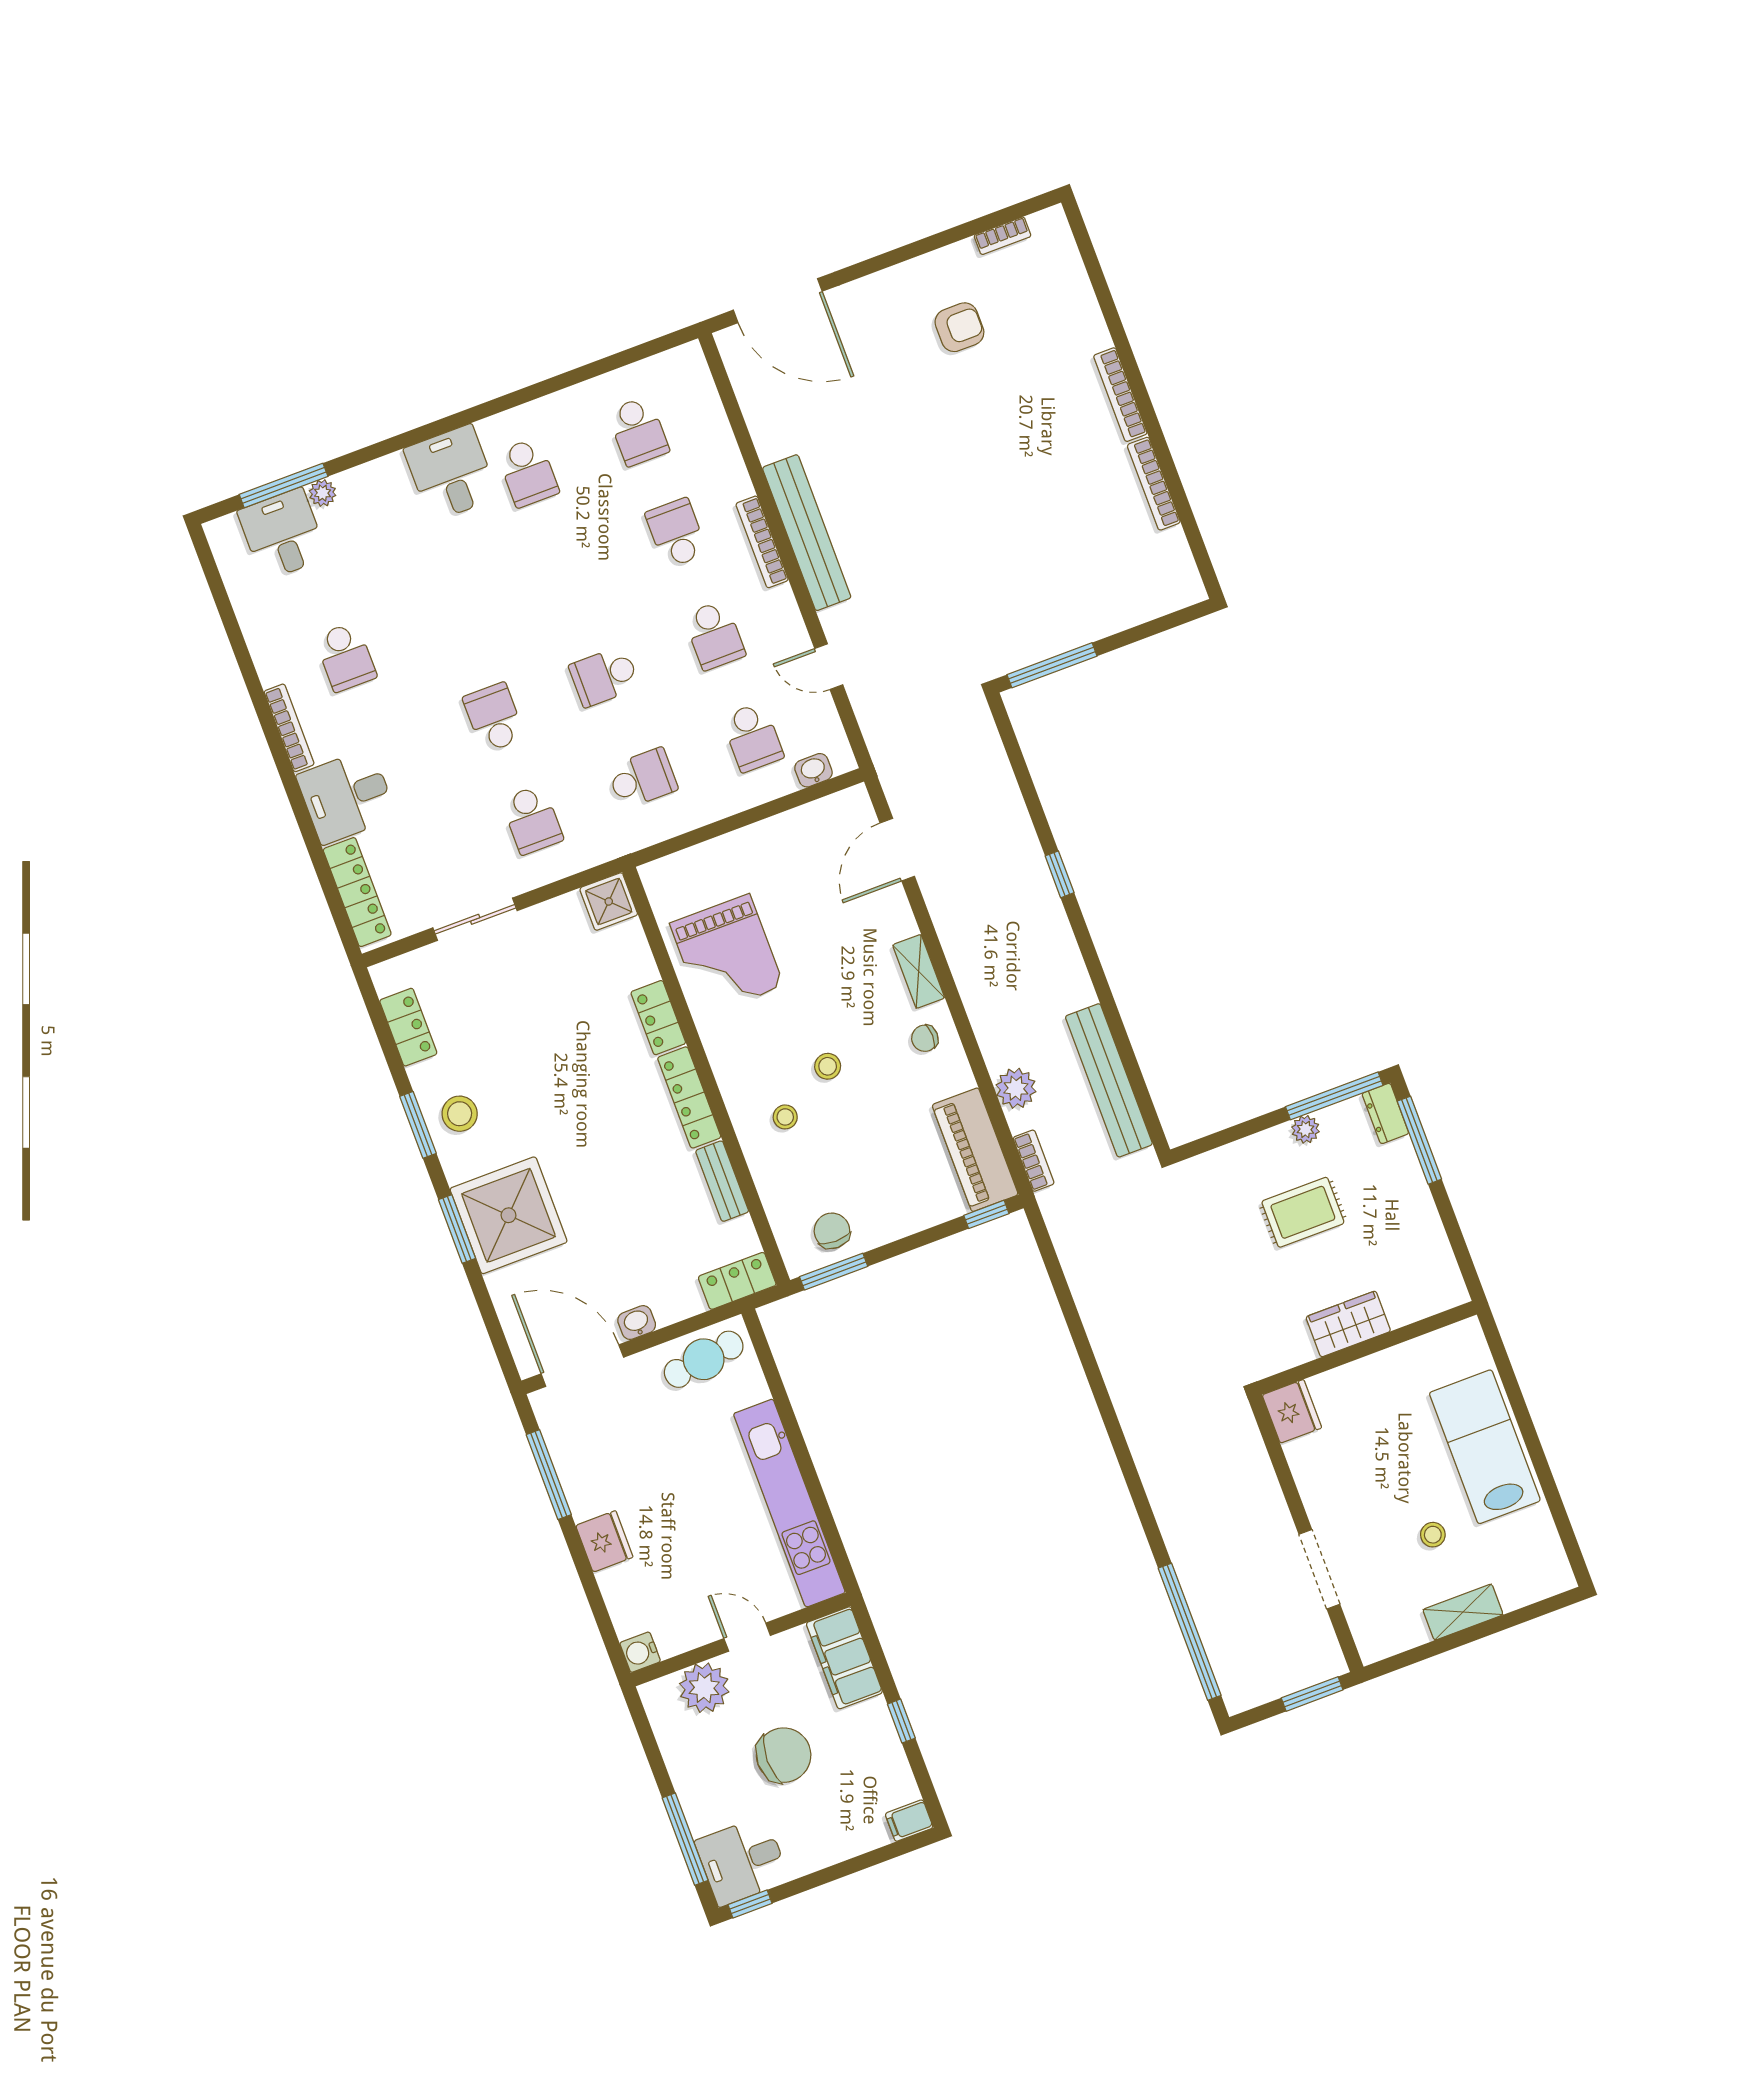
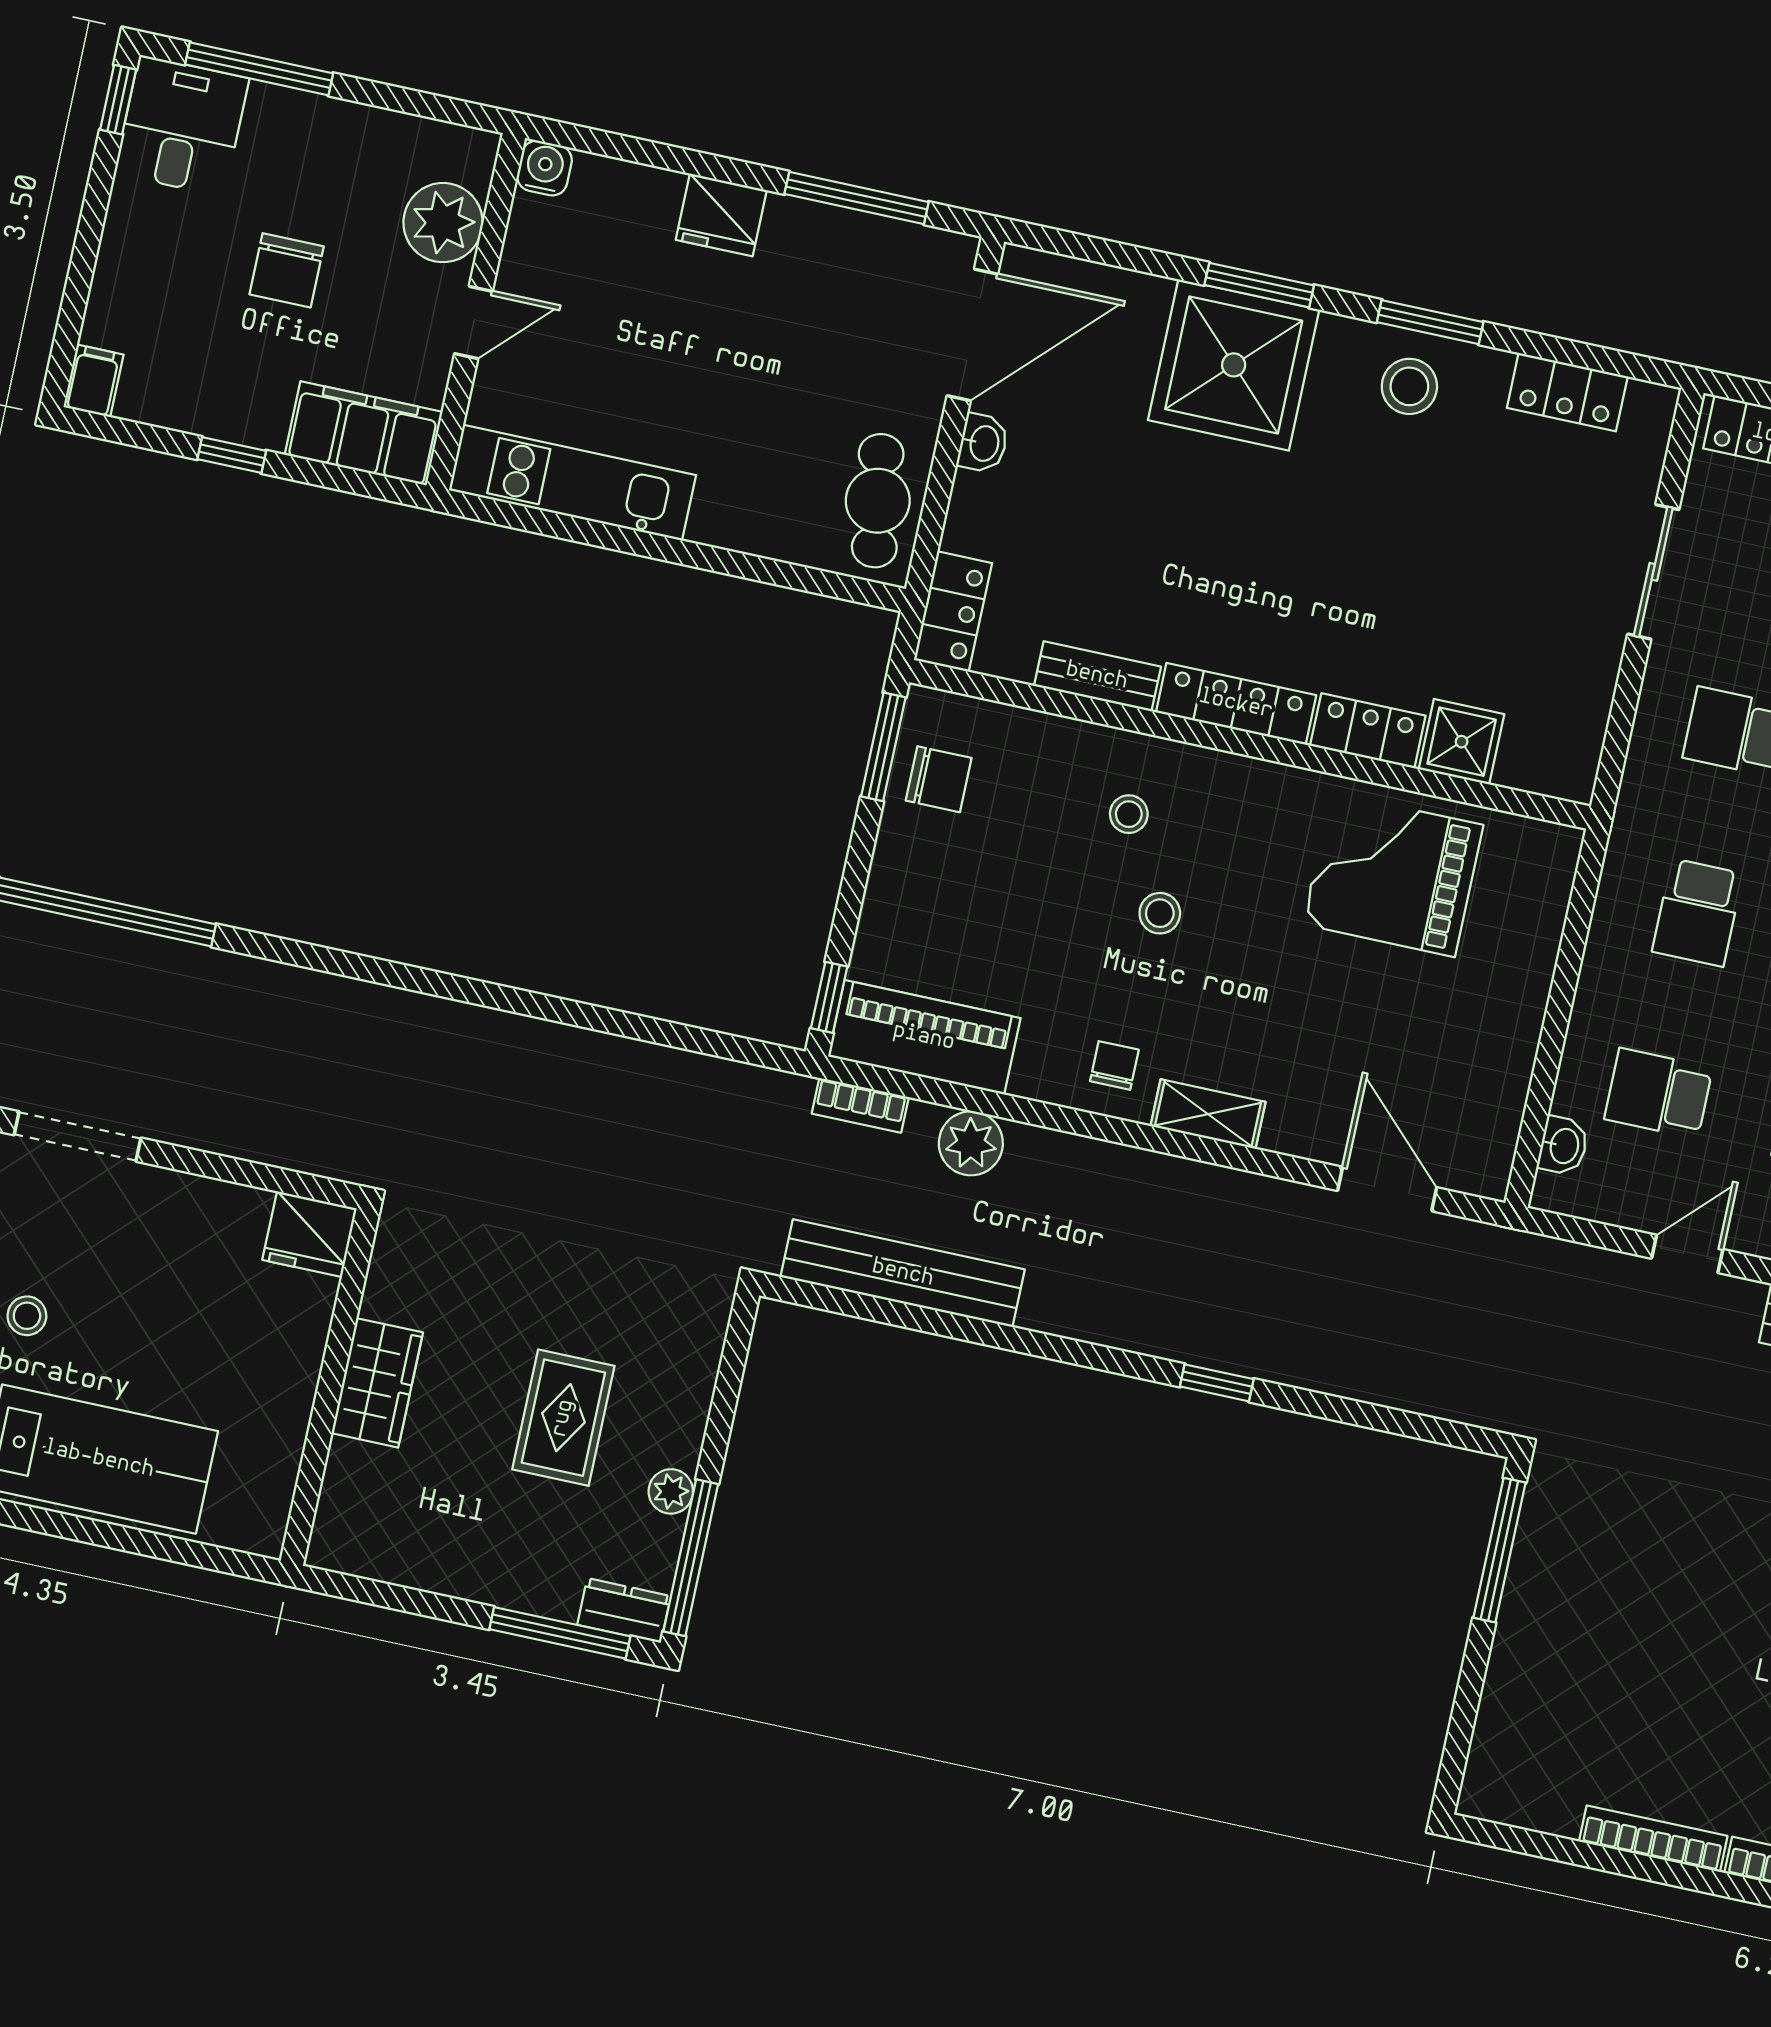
shower: (609, 901) -> (1462, 742), moved
kitchen unit: (789, 1503) -> (572, 483), width x0.73
chair: (784, 1755) -> (287, 270), width x0.73, depth x0.73

